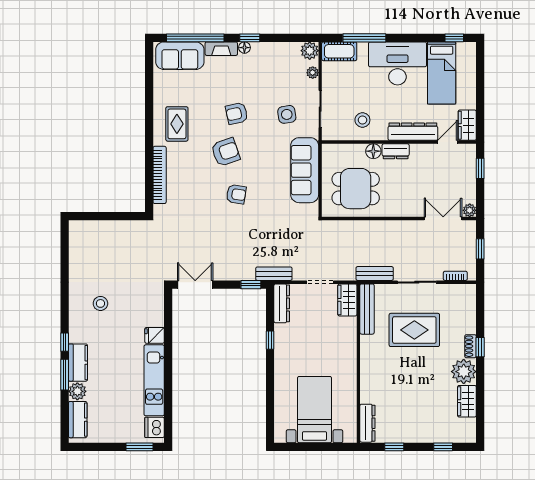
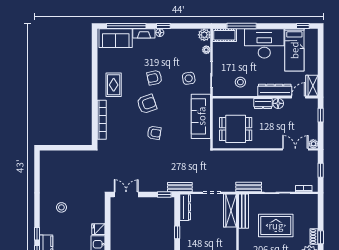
floor lamp: (373, 151) -> (278, 103), moved
wardrobe: (347, 300) -> (230, 211), width x1.50

